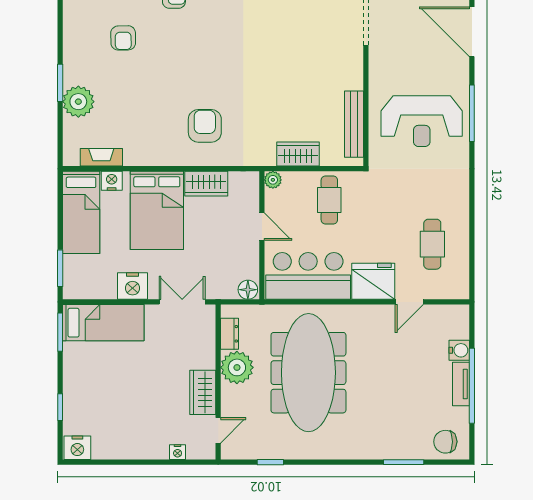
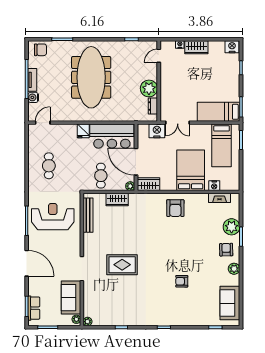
plant: (73, 21) -> (234, 269), added
rug: (289, 29) -> (122, 265), added
armchair: (123, 38) -> (226, 250), moved
armchair: (205, 126) -> (175, 208), moved
wardrobe: (206, 184) -> (148, 184), moved
bed: (81, 212) -> (222, 145), moved, turned 180
door: (262, 227) -> (136, 162), width x1.88
cafe table: (432, 244) -> (49, 166), moved
fridge: (373, 281) -> (83, 131), width x0.53, depth x0.75
nightstand: (132, 286) -> (157, 131), moved
floor lamp: (248, 290) -> (143, 129), removed
door: (409, 302) -> (43, 123), moved
meeting table: (308, 373) -> (91, 77), moved
wardrobe: (203, 392) -> (196, 47), moved, turned 90

